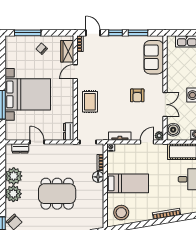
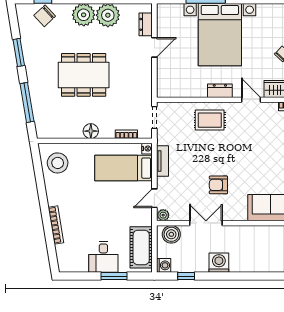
double door: (165, 105) -> (206, 223), swing flipped
dresser: (69, 132) -> (220, 91), moved
door: (147, 142) -> (154, 198), swing flipped
floor lamp: (98, 177) -> (91, 131), moved
bed: (128, 183) -> (124, 168), moved, turned 90
dining table: (57, 194) -> (84, 75), turned 90

